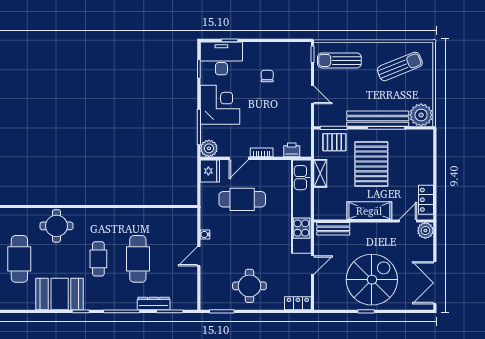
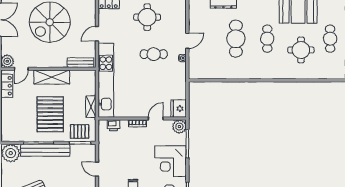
cafe table: (242, 199) -> (154, 54), moved, width x0.73, depth x0.74
round table: (56, 226) -> (301, 50), moved
cafe table: (19, 259) -> (330, 39), width x0.73, depth x0.74

